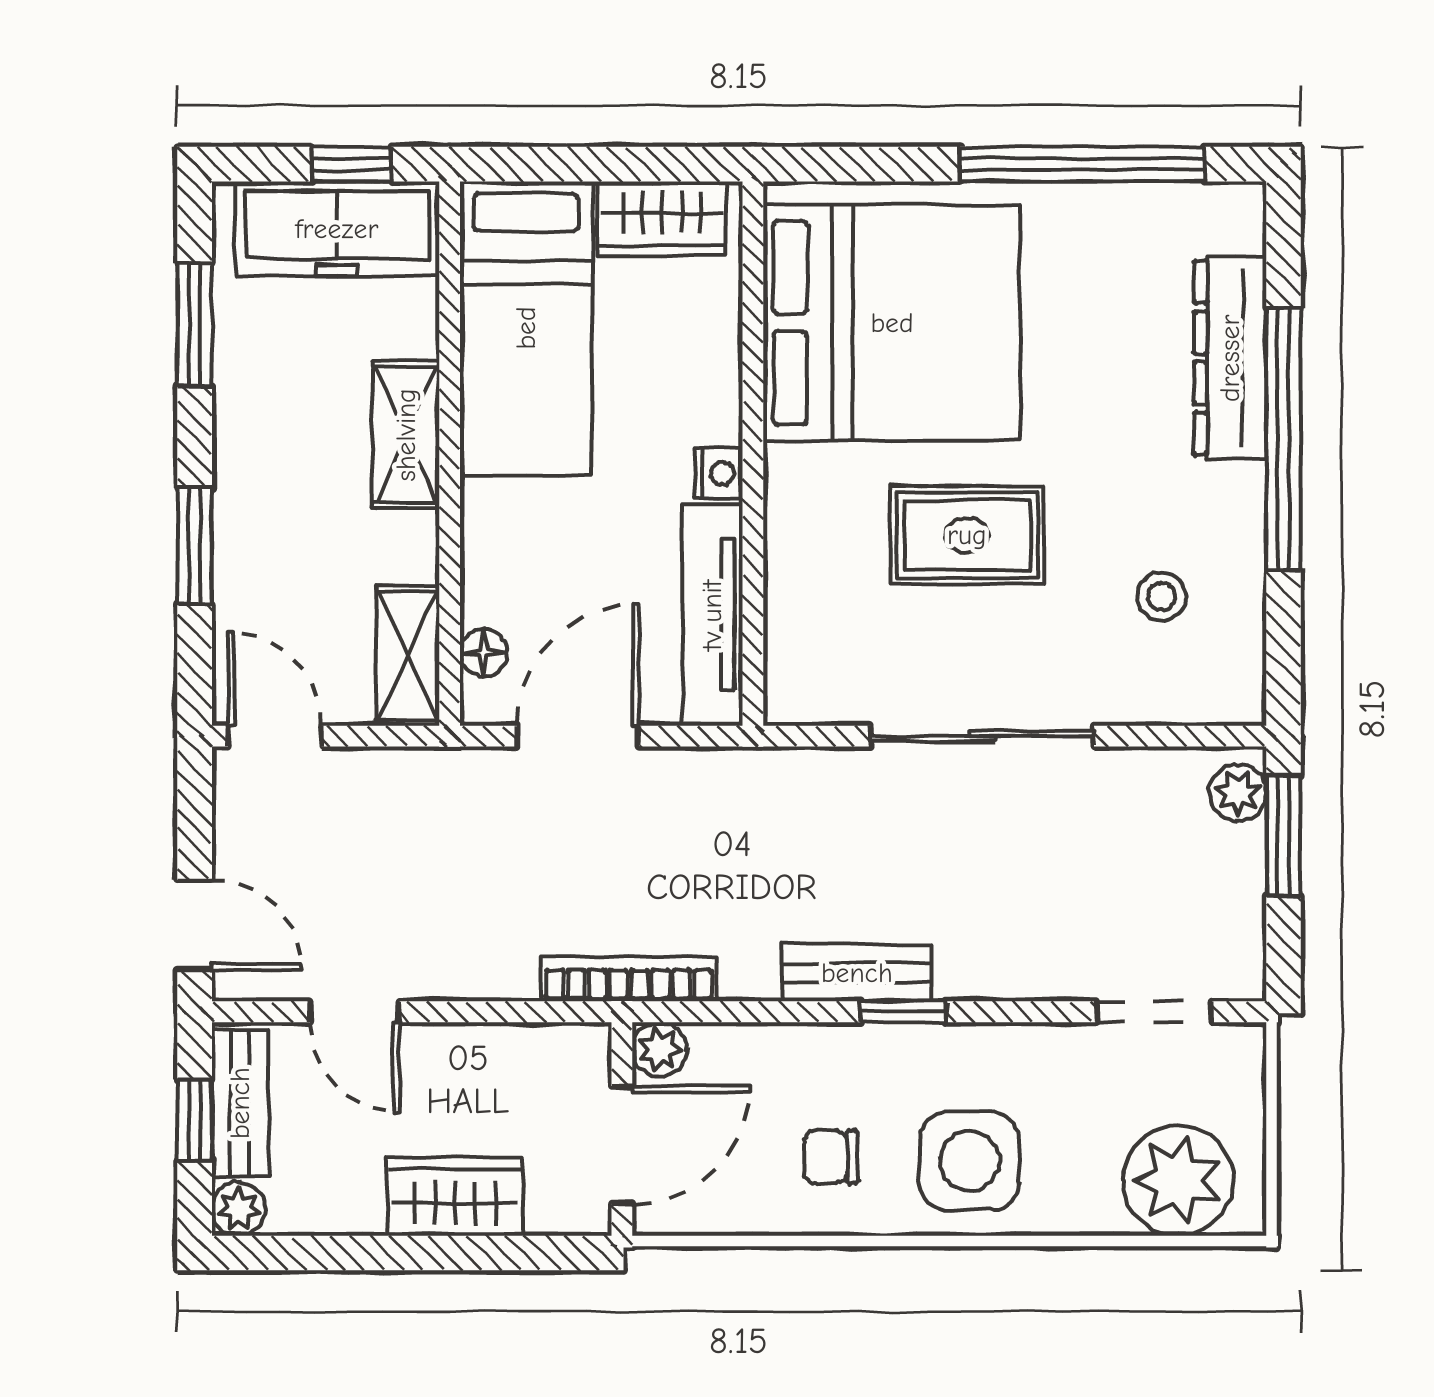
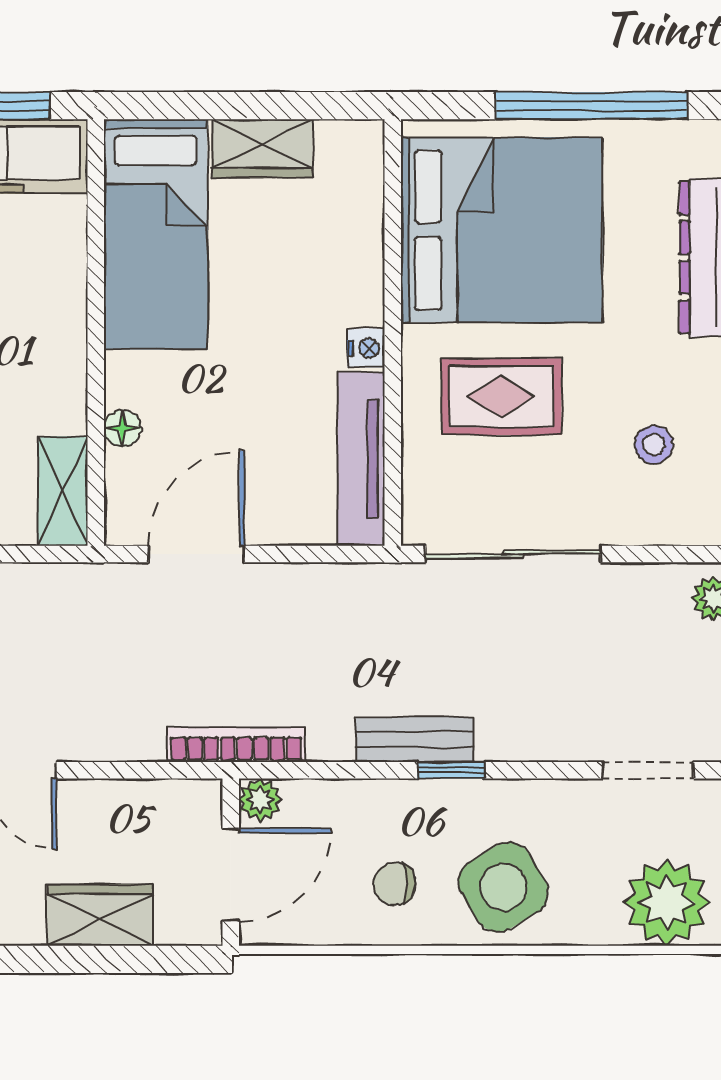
bed: (892, 323) -> (502, 230), moved
shelving: (406, 435) -> (62, 318), removed
wall: (753, 454) -> (393, 333), moved
nightstand: (719, 473) -> (366, 348), moved
tv unit: (712, 615) -> (361, 459), moved
floor lamp: (484, 653) -> (122, 428), moved
side table: (970, 1161) -> (503, 887), turned -31

